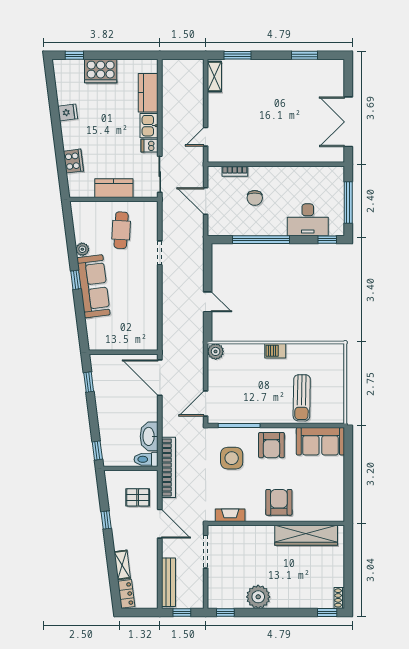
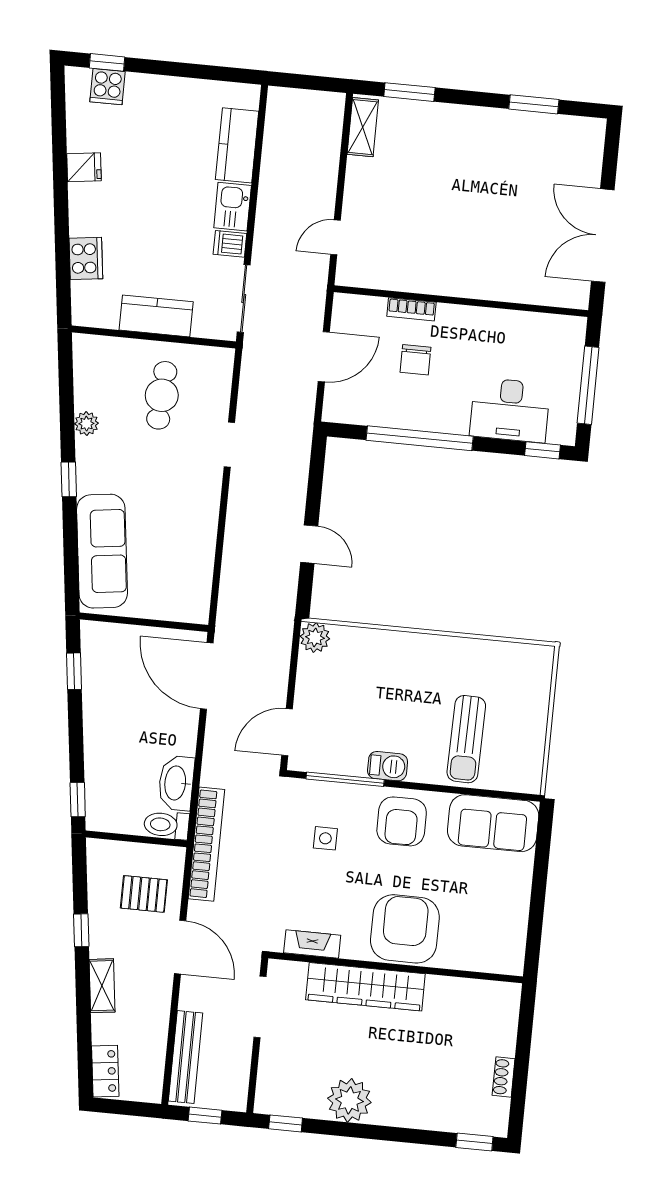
cooker: (101, 71) -> (107, 87), moved, width x0.53, depth x0.76
bookcase: (235, 171) -> (411, 309), moved
door: (206, 201) -> (324, 357), swing flipped
sofa: (94, 286) -> (102, 551), moved
barbecue: (275, 351) -> (388, 766), moved, turned 180
side table: (232, 458) -> (325, 838), width x0.54, depth x0.54
armchair: (279, 502) -> (405, 929), width x1.36, depth x1.36
wardrobe: (306, 535) -> (365, 987), moved
shelving: (122, 565) -> (102, 986), moved
shoe rack: (339, 598) -> (504, 1077), moved

